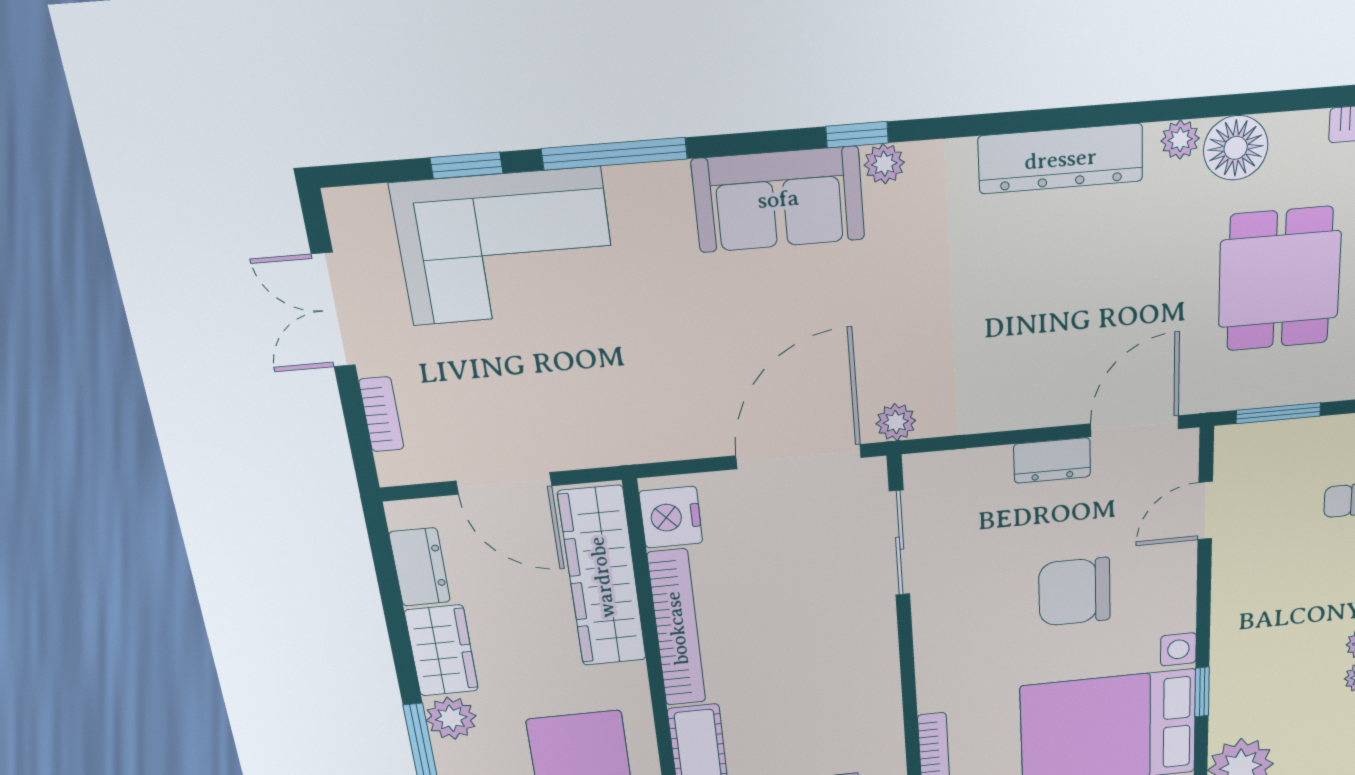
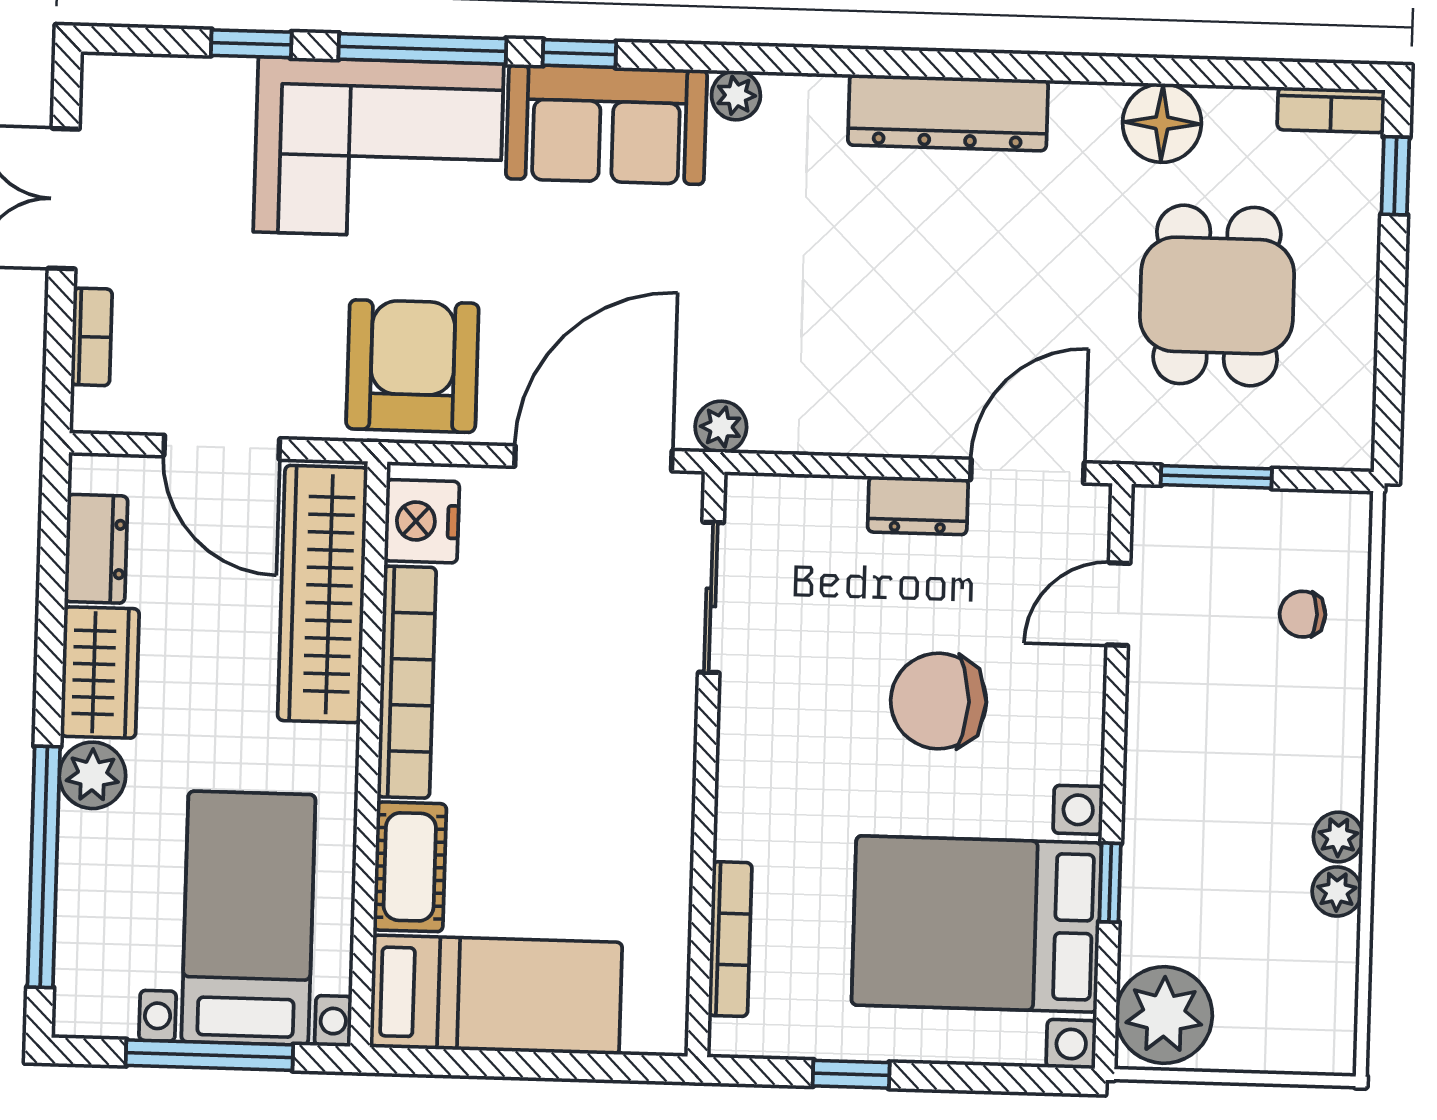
window: (857, 135) -> (579, 53), moved
plant: (1180, 140) -> (1094, 105), removed
corner sofa: (506, 247) -> (379, 148), moved
armchair: (646, 406) -> (412, 366), added

